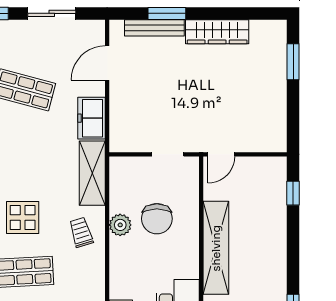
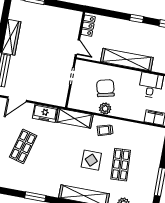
door: (107, 63) -> (17, 99), hinge flipped
locker: (264, 166) -> (88, 26), added
window: (293, 193) -> (137, 18), moved
chair: (157, 219) -> (105, 88), turned -104

